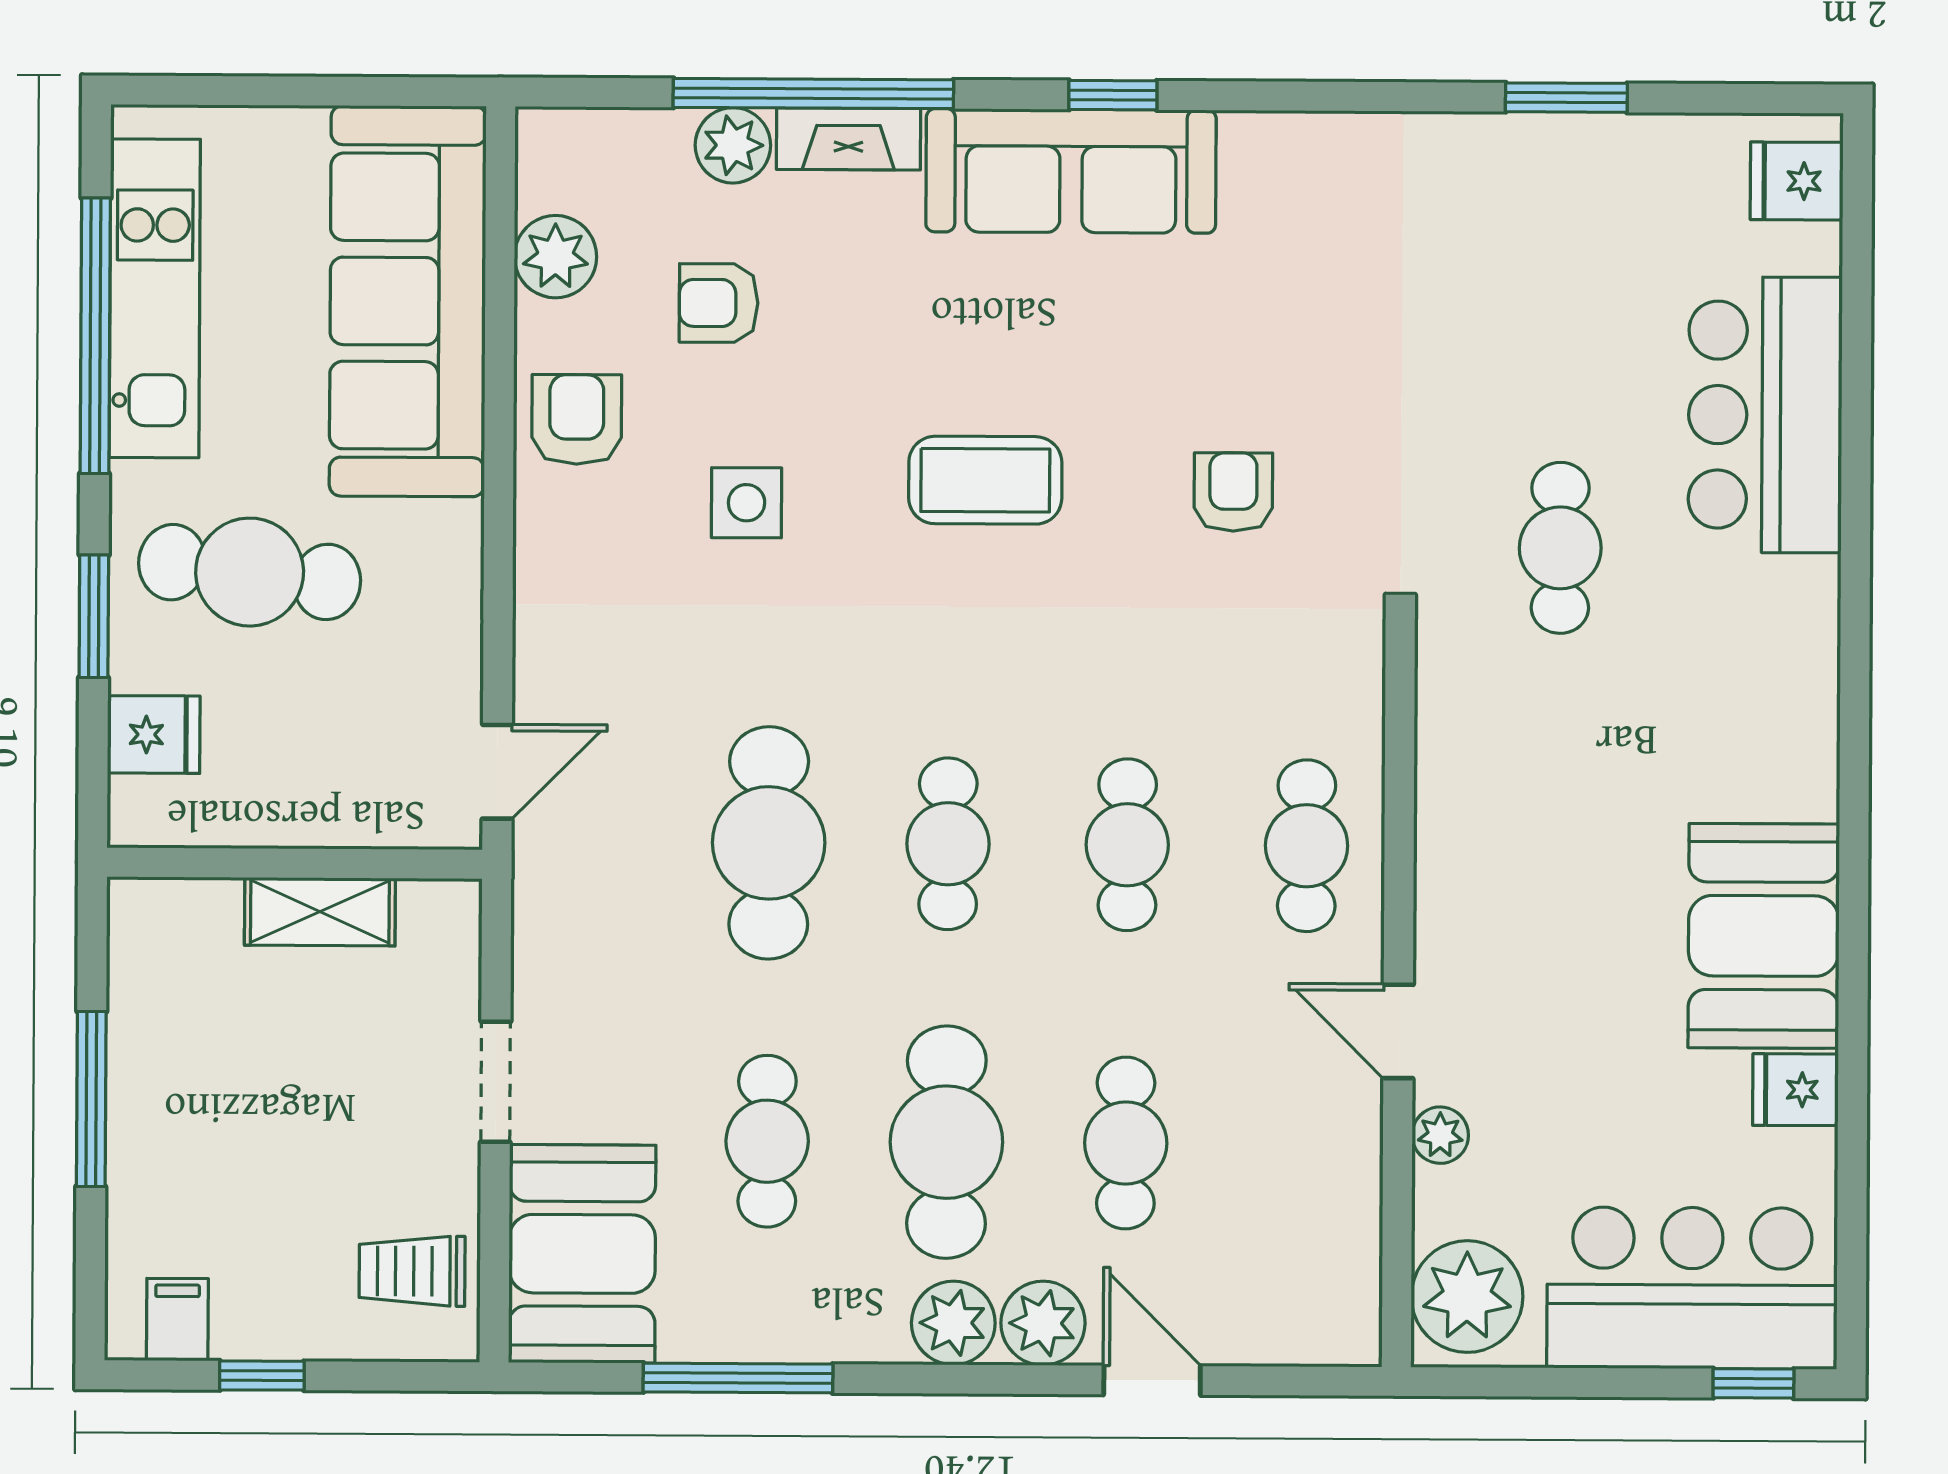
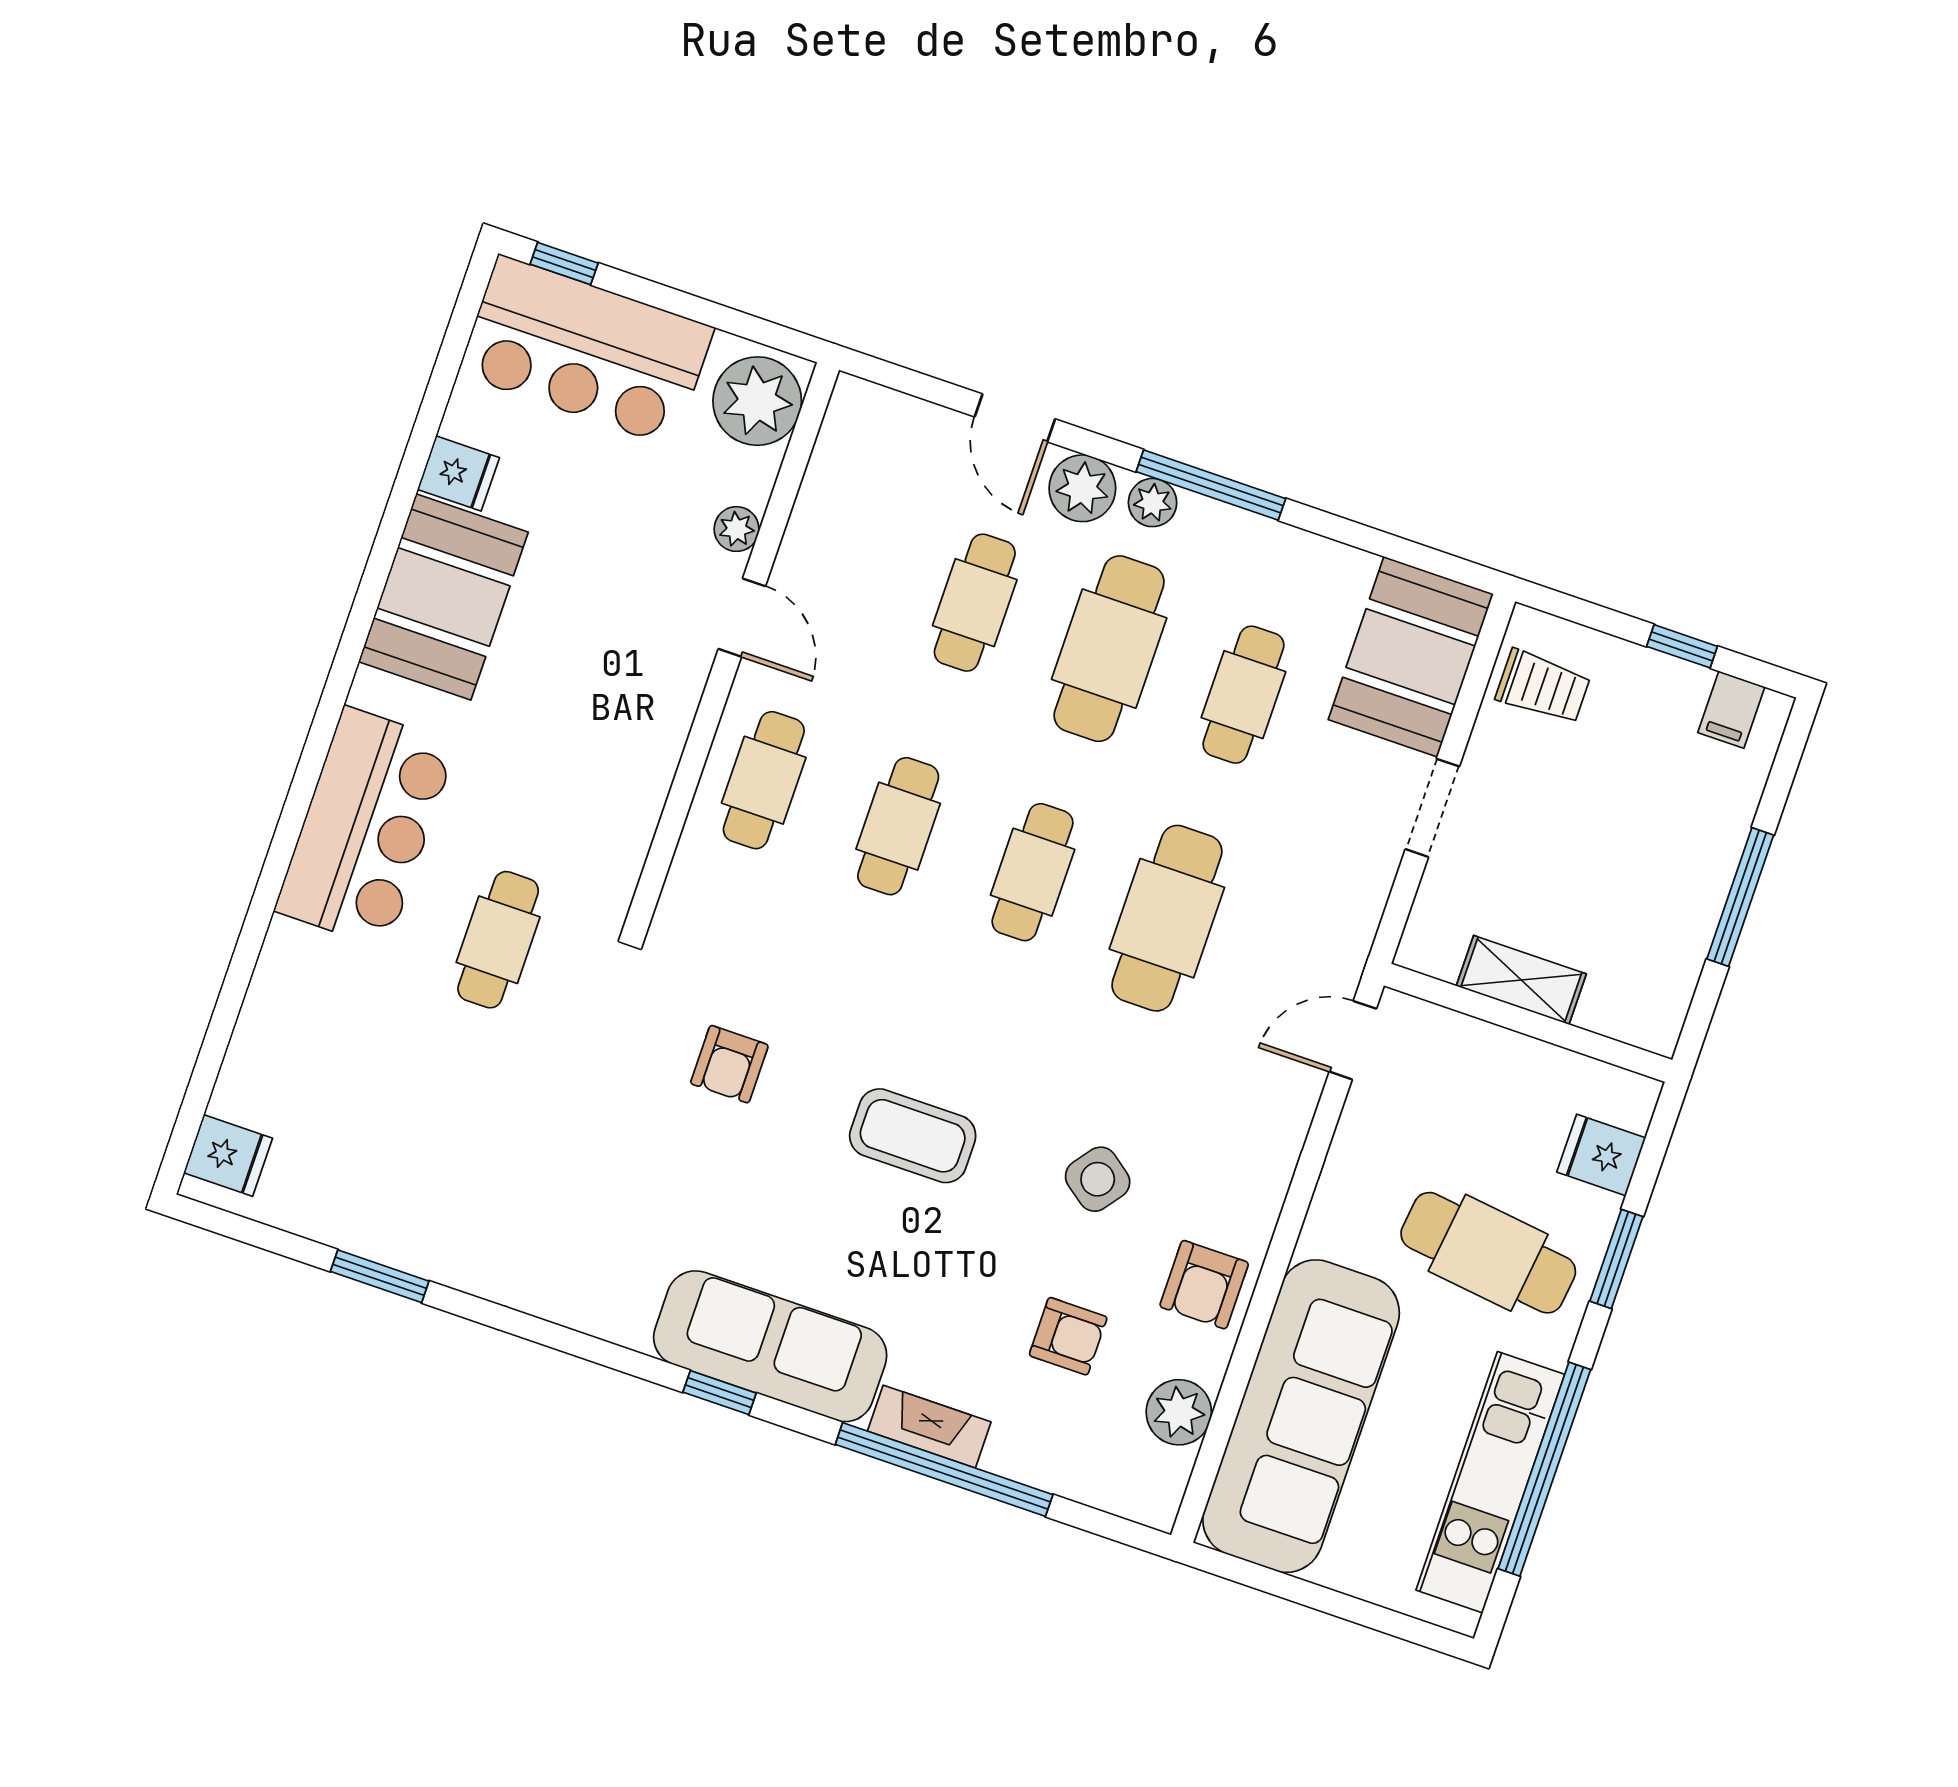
plant: (733, 145) -> (1018, 1451), removed
bar counter: (1765, 415) -> (366, 827), moved
side table: (747, 503) -> (1098, 1179), turned 37
plant: (953, 1323) -> (1153, 503), width x0.73, depth x0.73
window: (738, 1378) -> (1211, 485), moved

